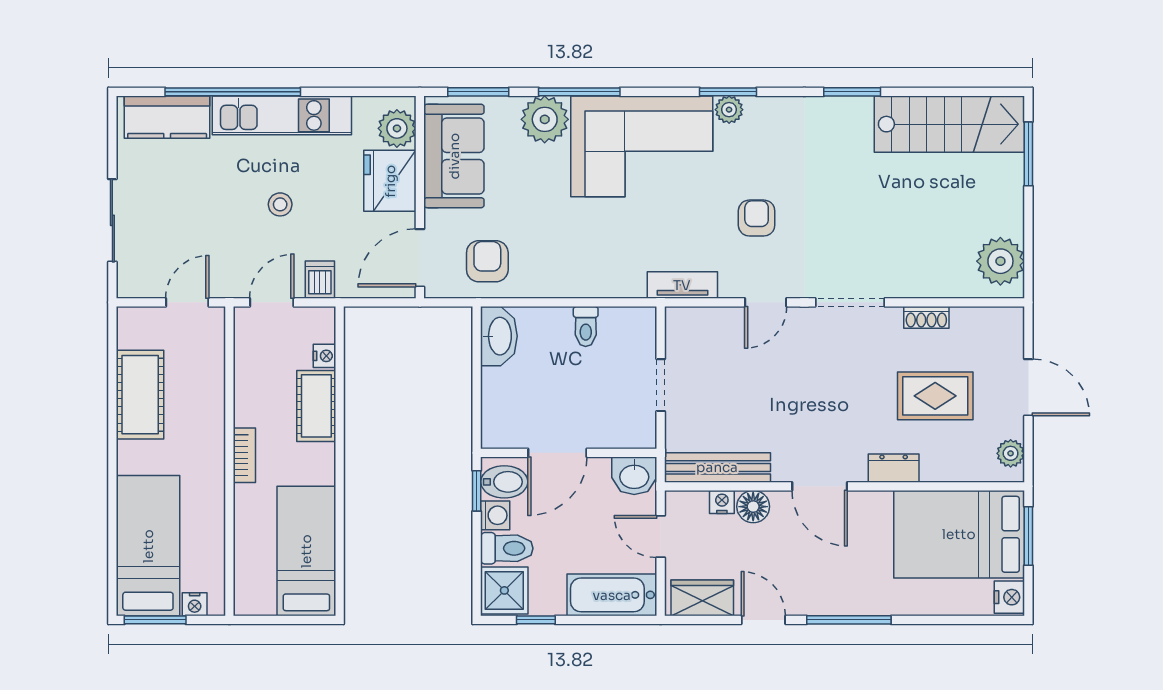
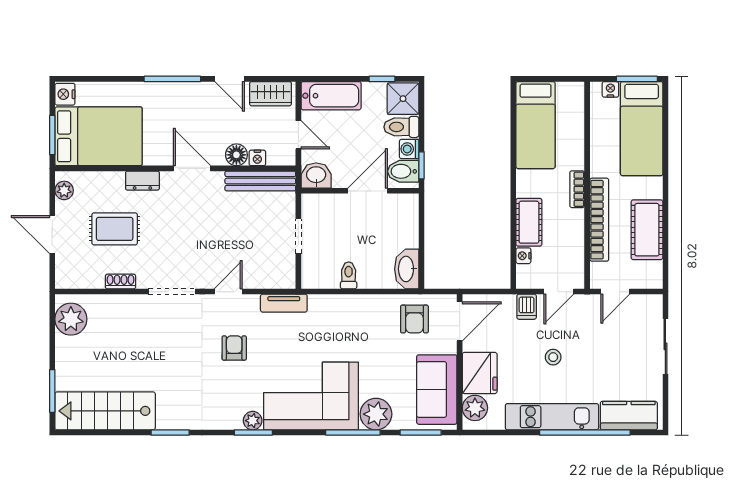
armchair: (757, 218) -> (234, 348), turned 180
bookcase: (211, 410) -> (599, 220), added

